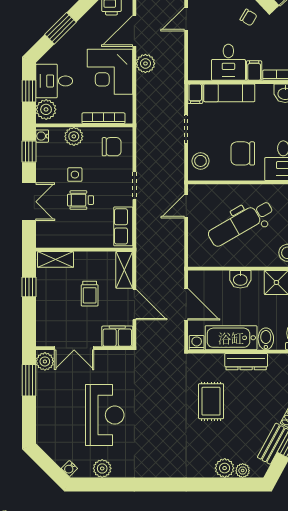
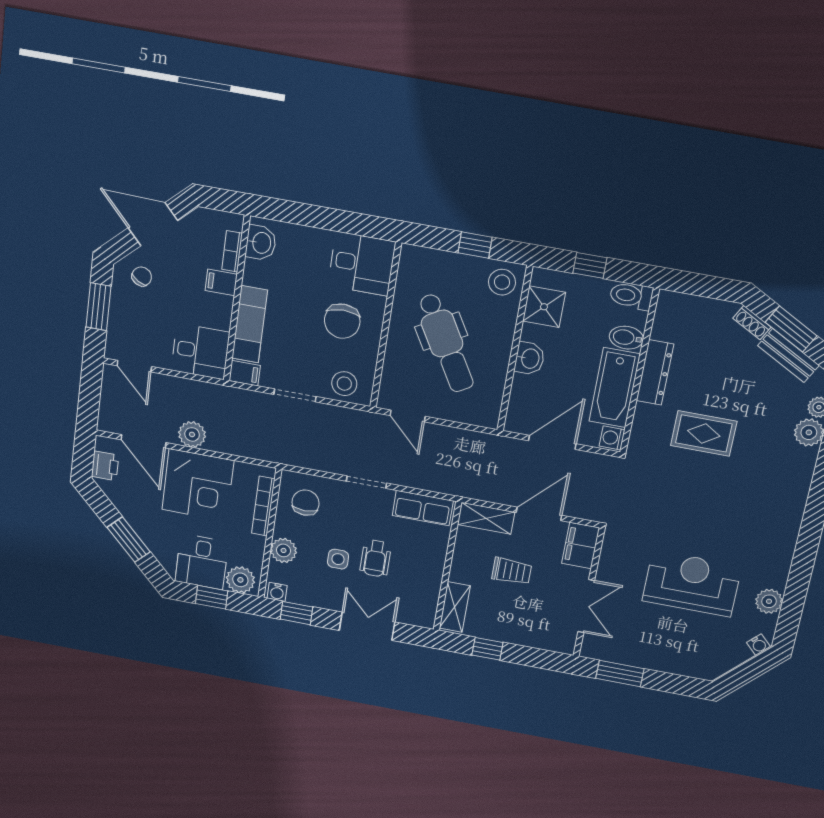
desk: (228, 62) -> (200, 351), moved
plant: (45, 361) -> (597, 648), removed

